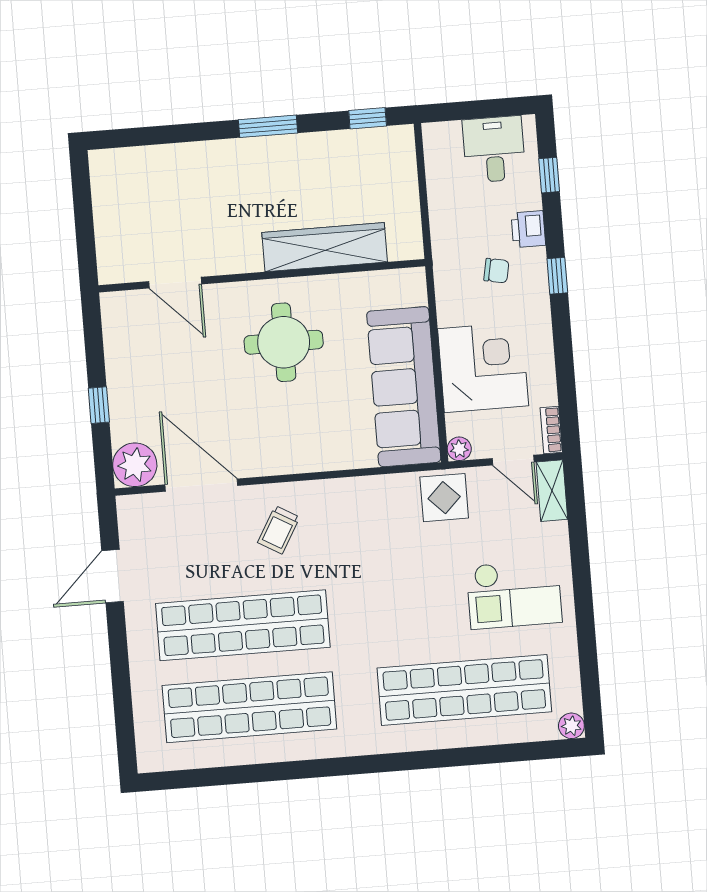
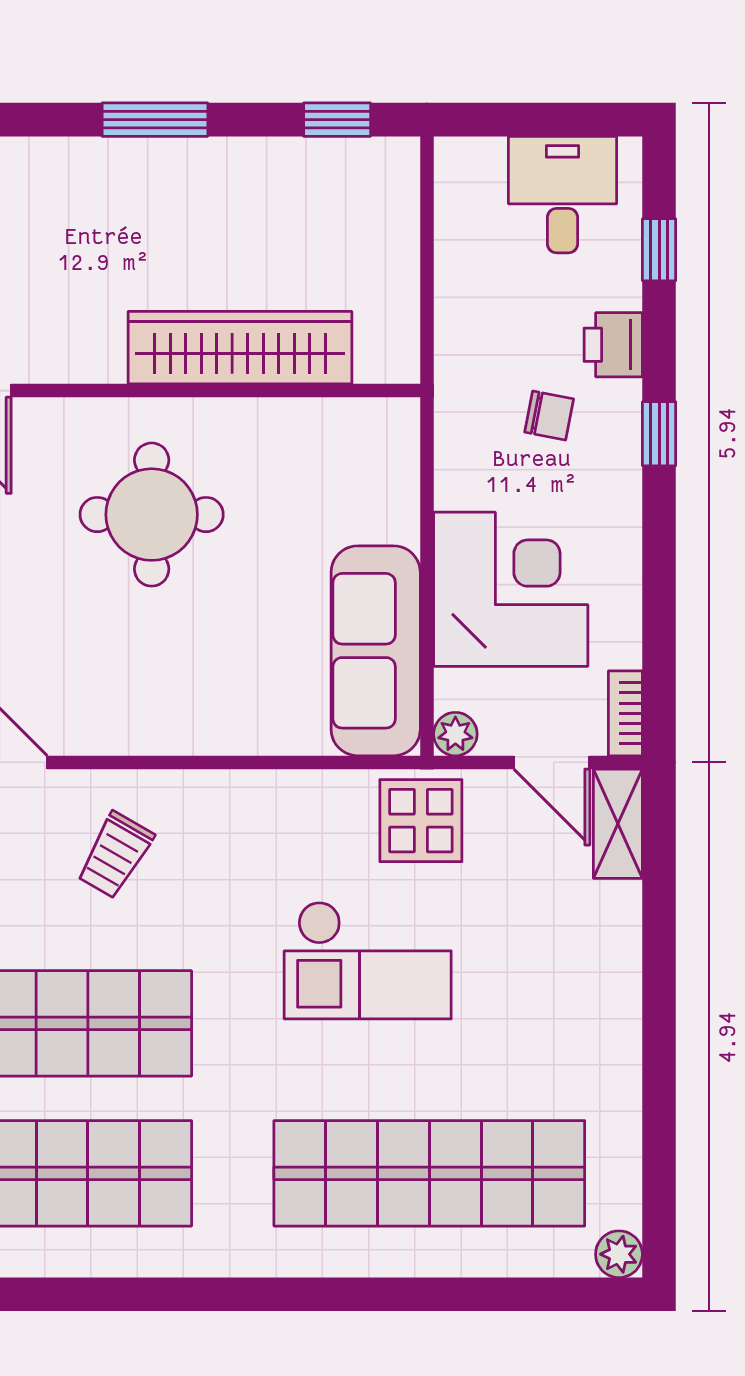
sofa: (404, 387) -> (376, 651), width x0.74, depth x0.79
checkout: (514, 594) -> (368, 960), moved

